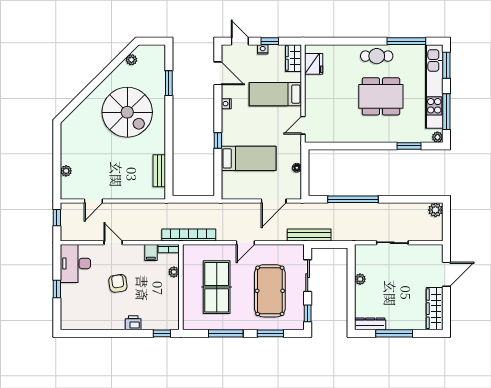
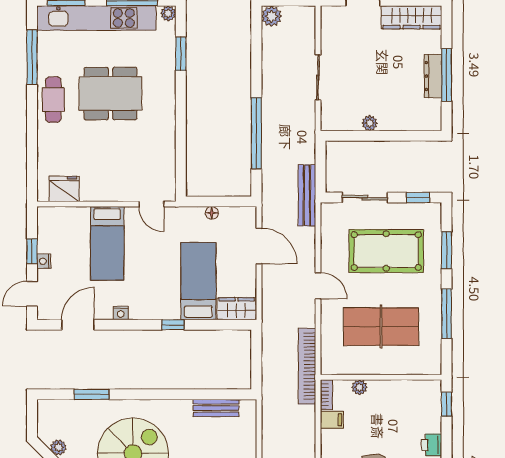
wardrobe: (294, 58) -> (237, 309), moved, turned 180
dining table: (381, 96) -> (110, 94), turned 90
dresser: (370, 324) -> (433, 76), moved

